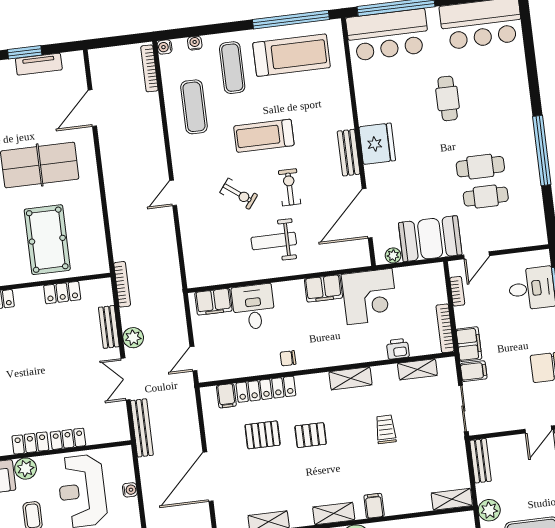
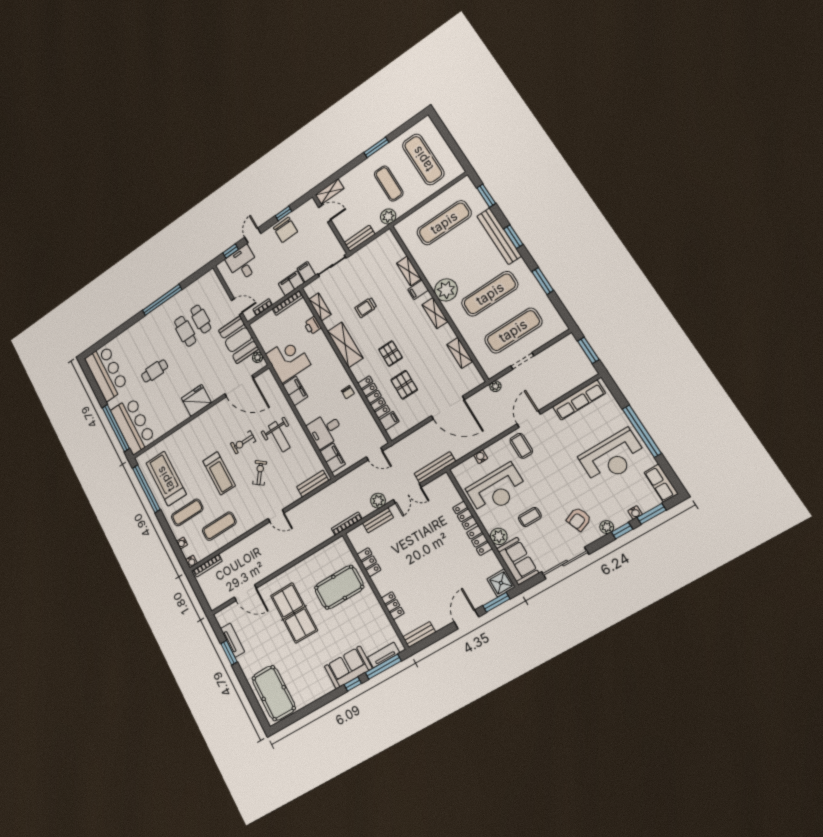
bench: (349, 153) -> (313, 484), moved
shelving: (350, 378) -> (345, 345), width x1.50, depth x1.33
shelving: (452, 499) -> (409, 271), moved

